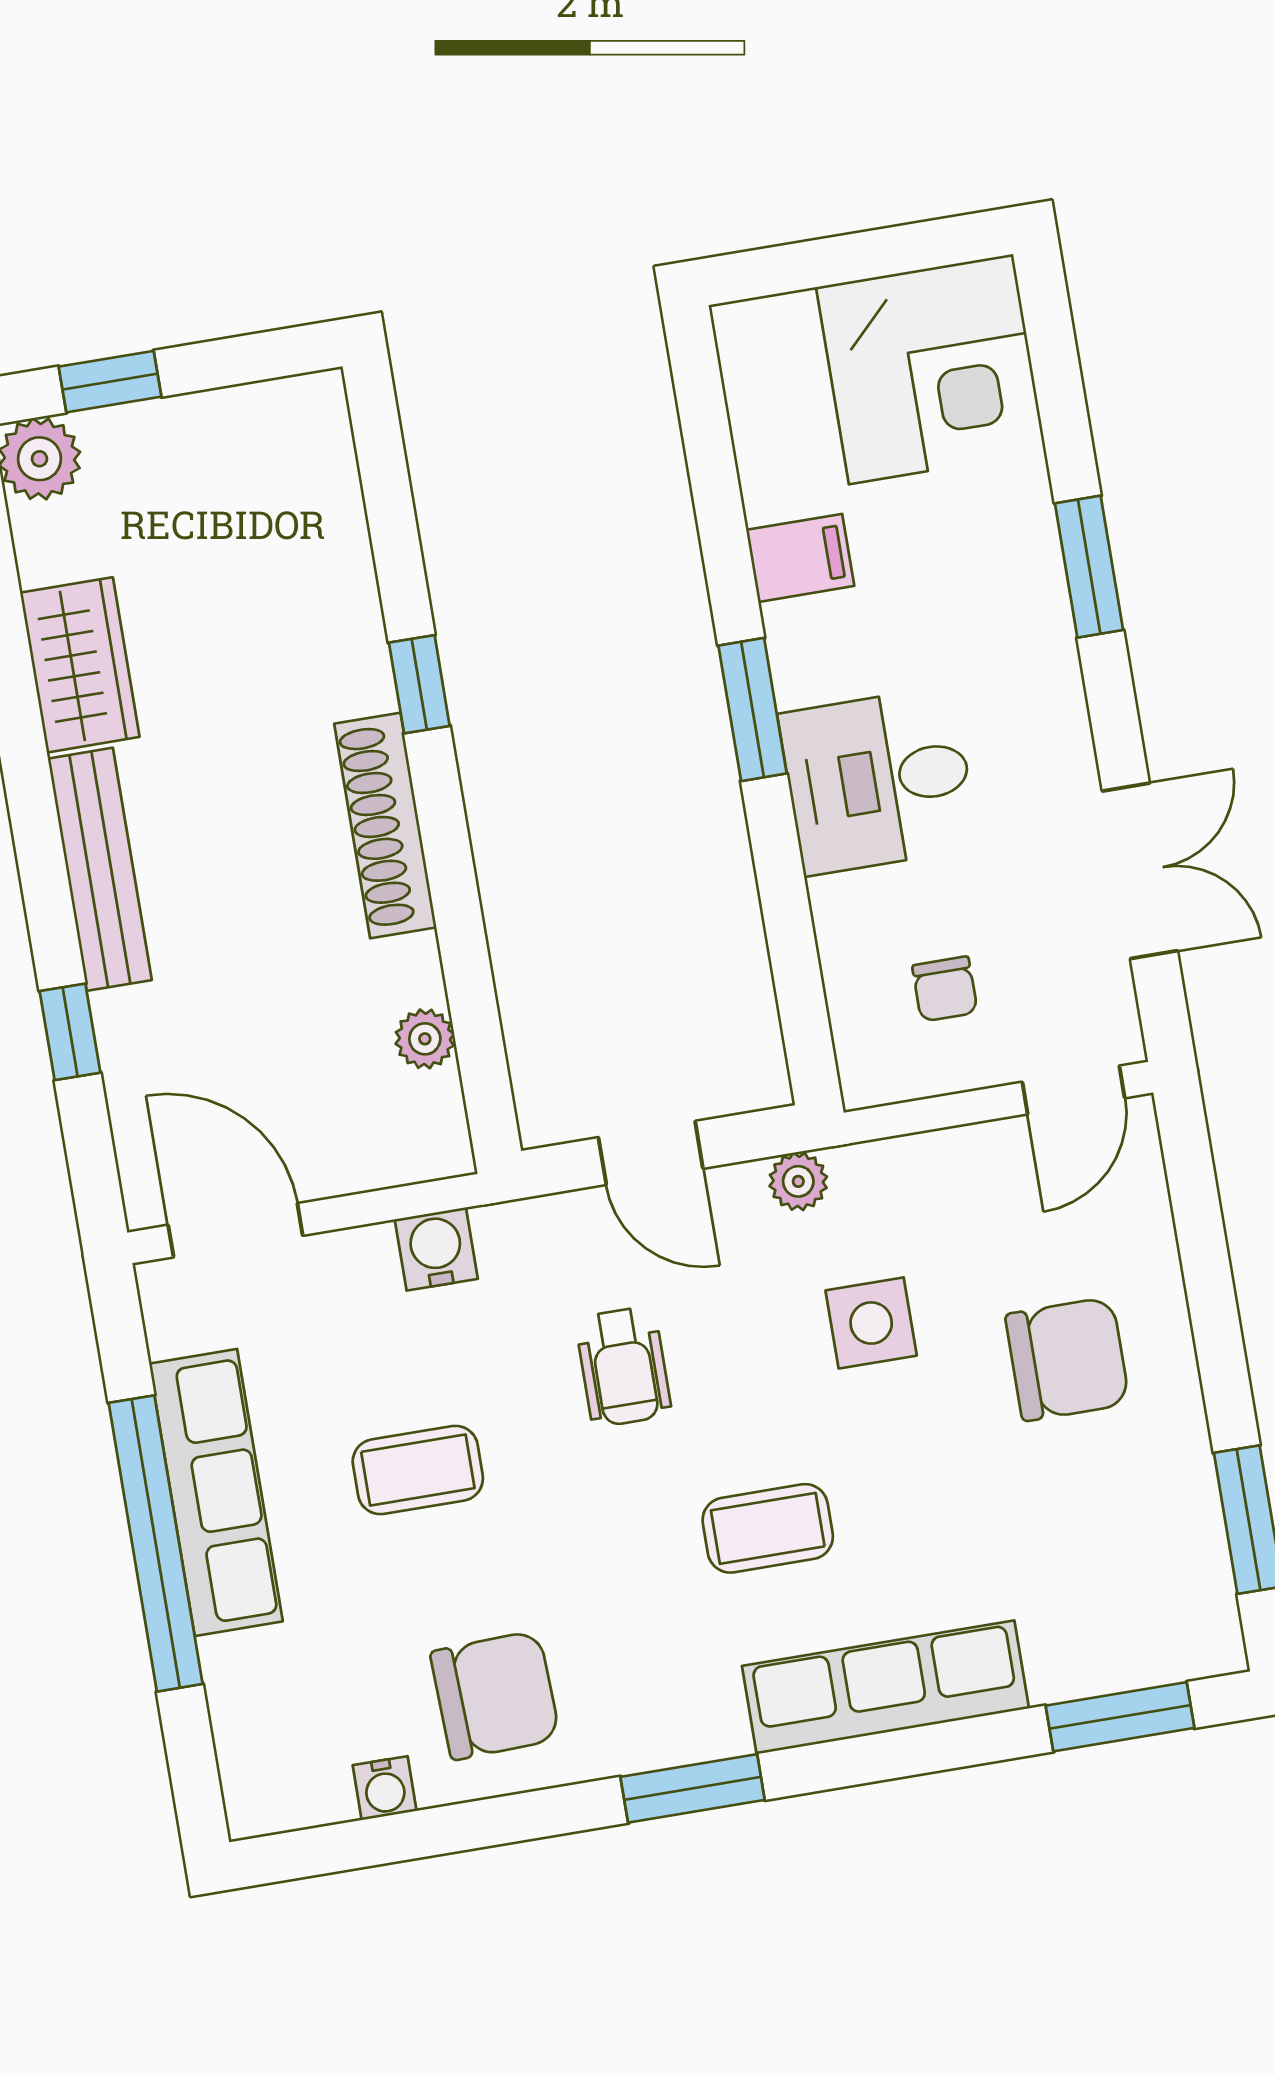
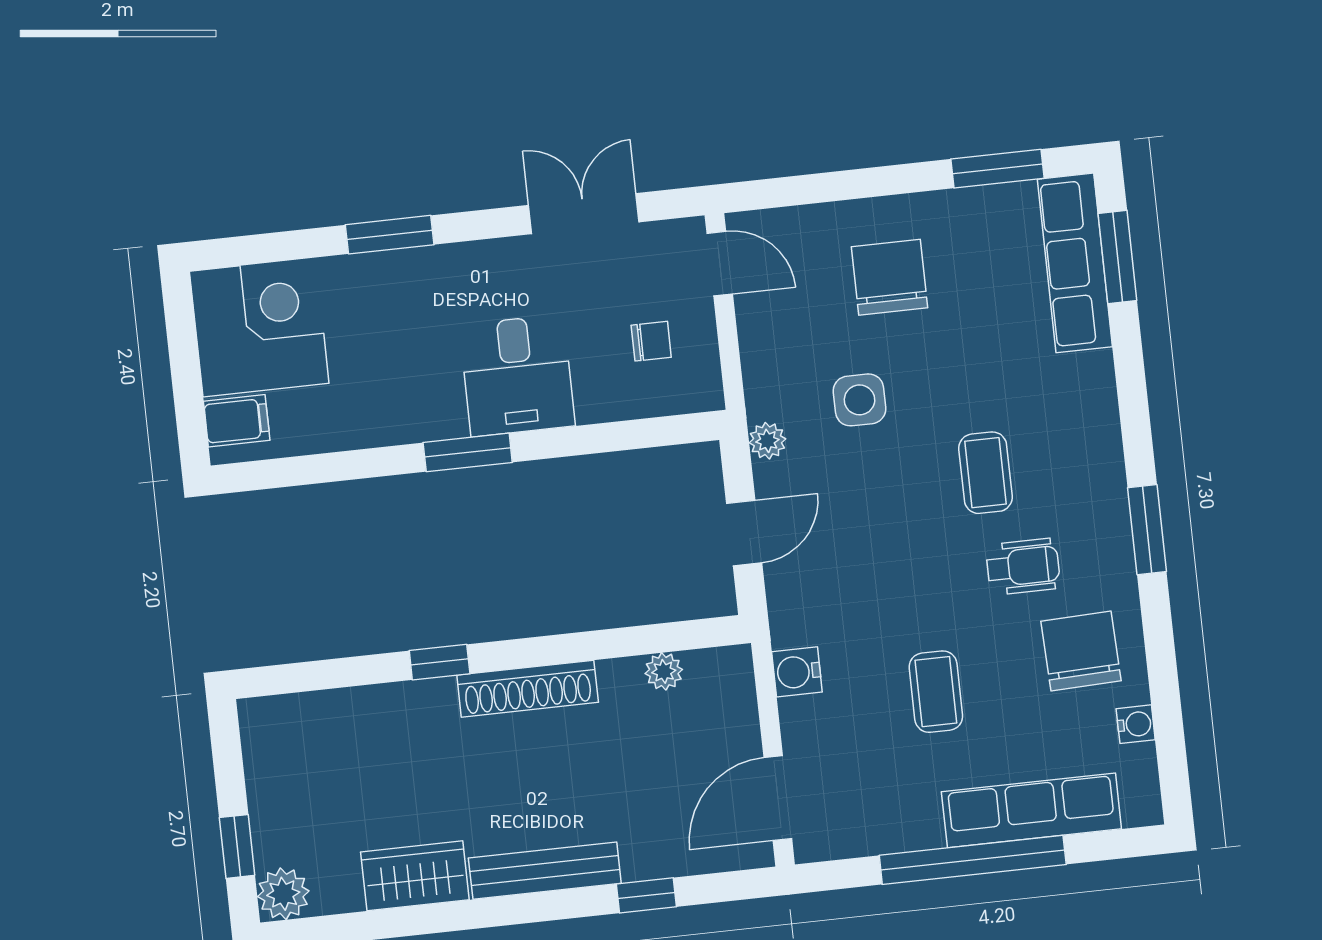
filing cabinet: (800, 558) -> (237, 421), moved, turned 90
wheelchair: (623, 1367) -> (1023, 567), moved
row of seats: (216, 1492) -> (1031, 810), moved
row of seats: (885, 1687) -> (1075, 263), moved

